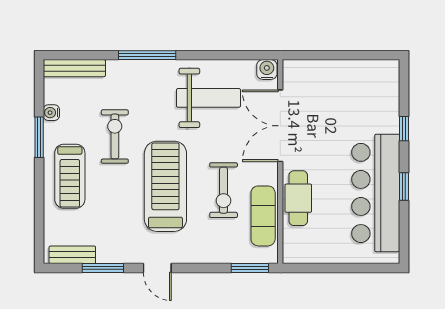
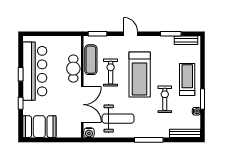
booth: (367, 82) -> (39, 127), added
weight bench: (208, 98) -> (118, 119), turned 180
exercise bike: (115, 136) -> (165, 99), turned 180
door: (157, 268) -> (131, 34), moved

